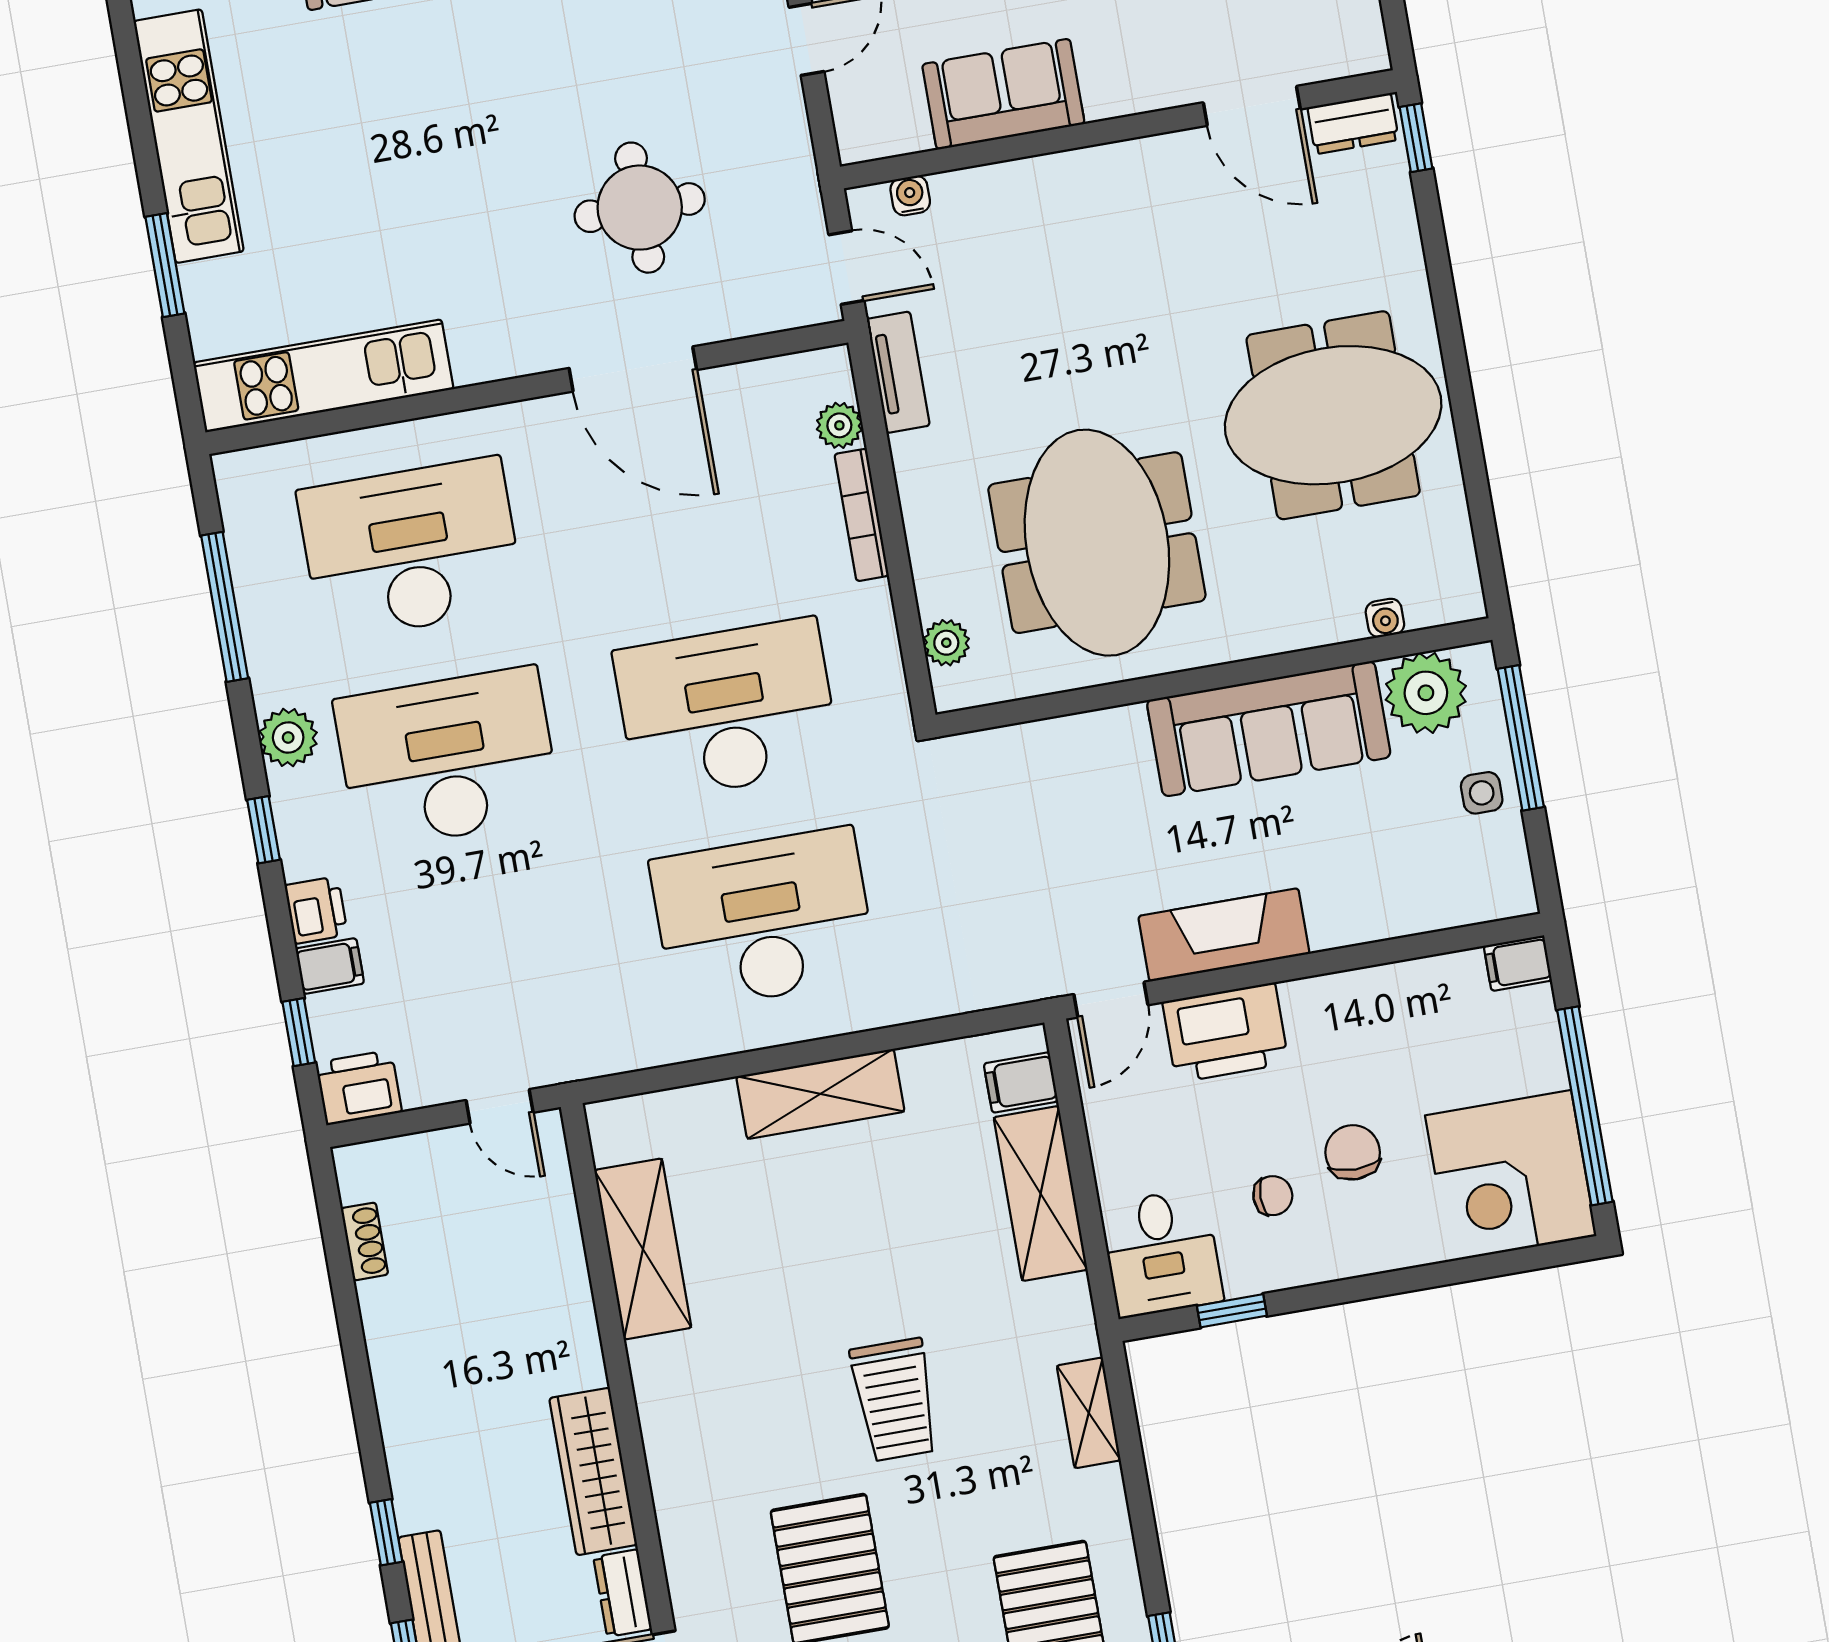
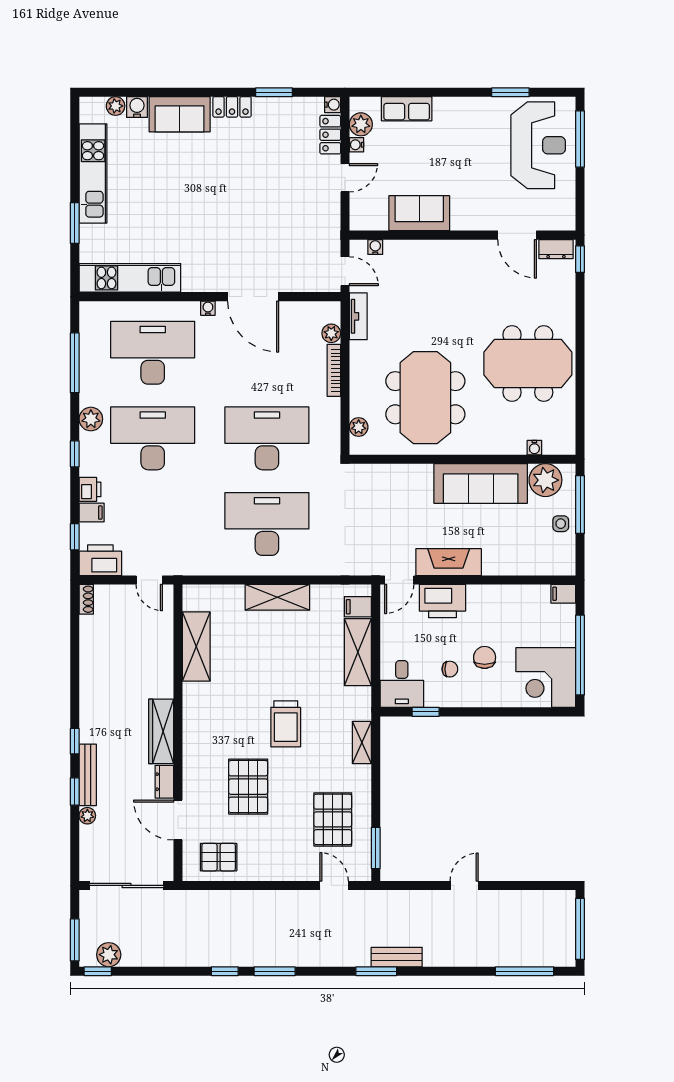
round table: (640, 208) -> (267, 233), removed
water cooler: (527, 417) -> (208, 308), added
printer: (359, 1088) -> (100, 560), width x1.37, depth x1.19
shoe rack: (365, 1241) -> (86, 599), moved

